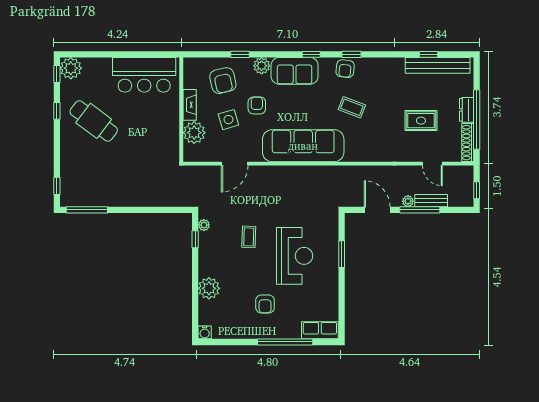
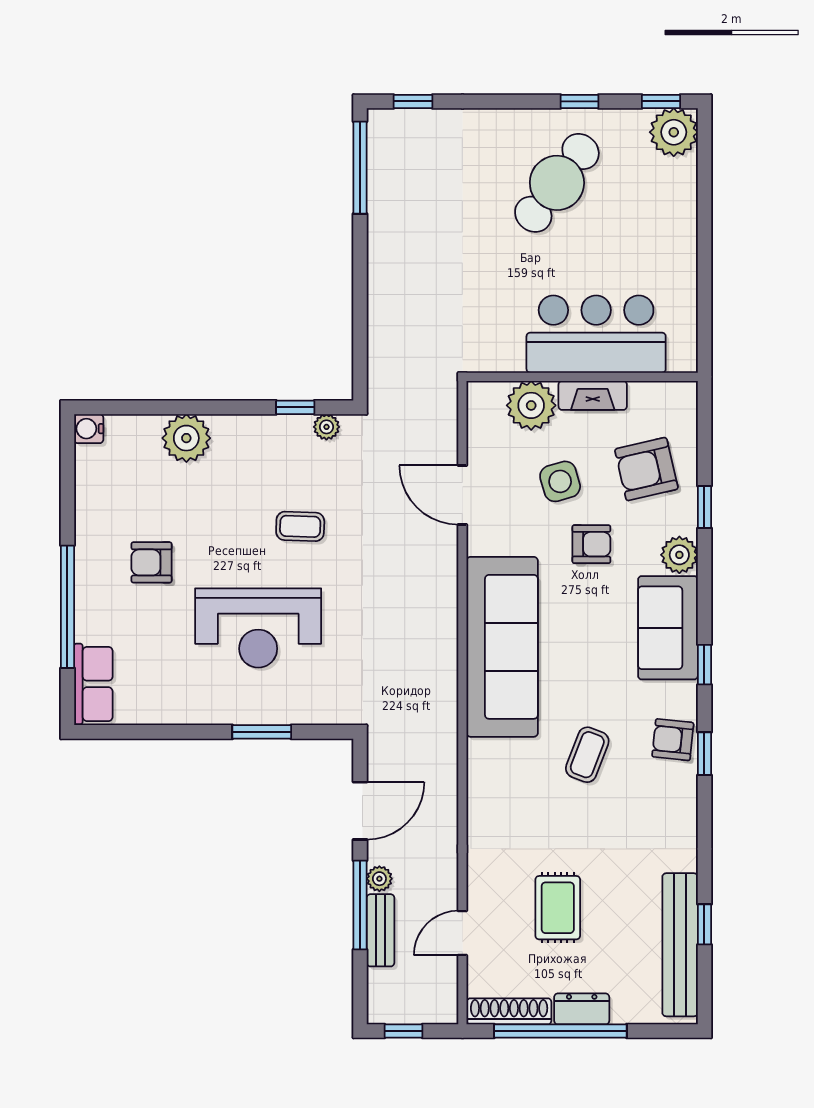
bar counter: (144, 75) -> (596, 334), moved, turned 90

